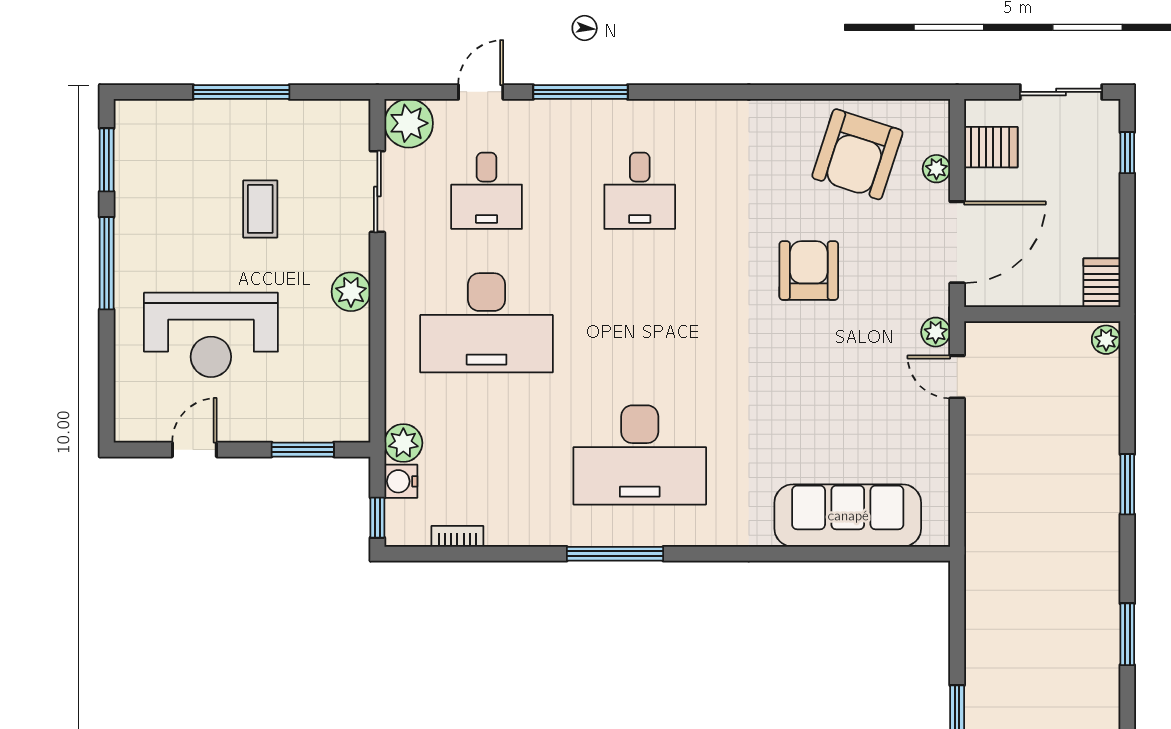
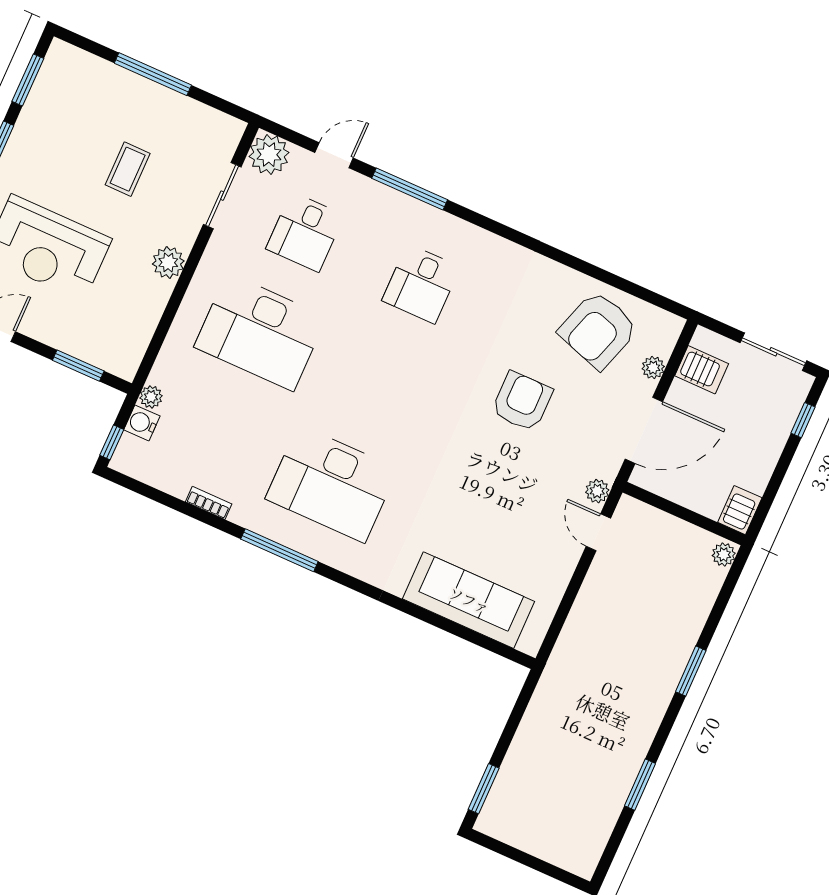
plant: (403, 443) -> (151, 397), width x0.73, depth x0.73
bookcase: (457, 536) -> (209, 503), moved

